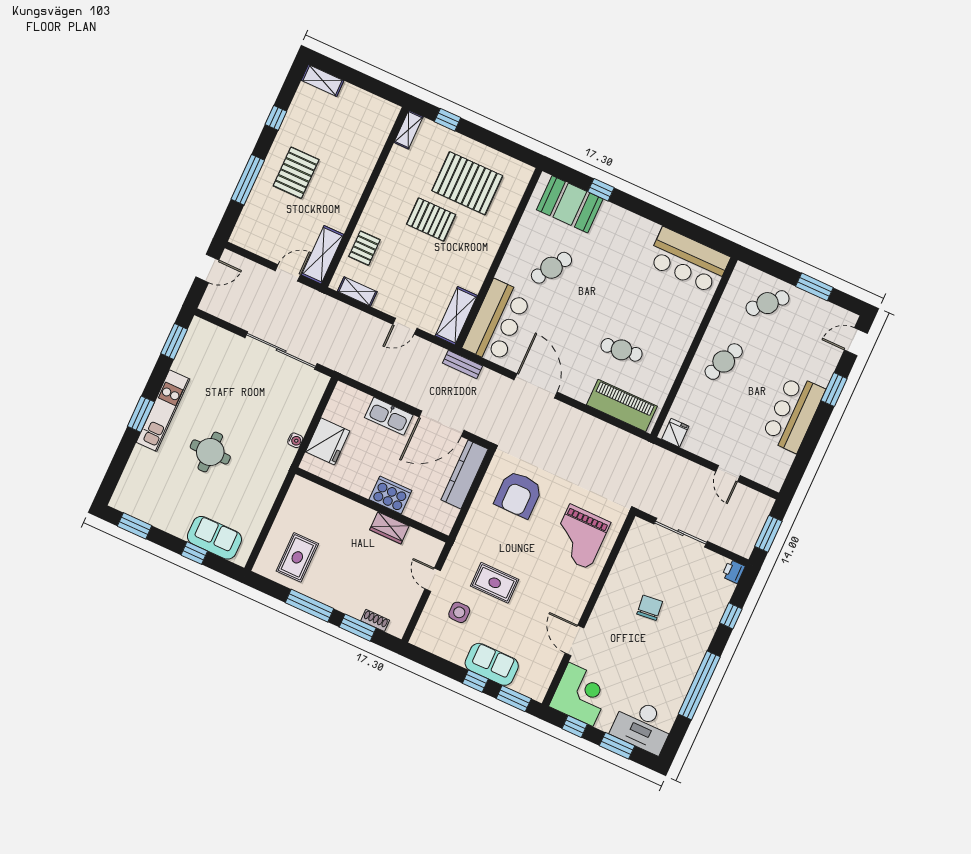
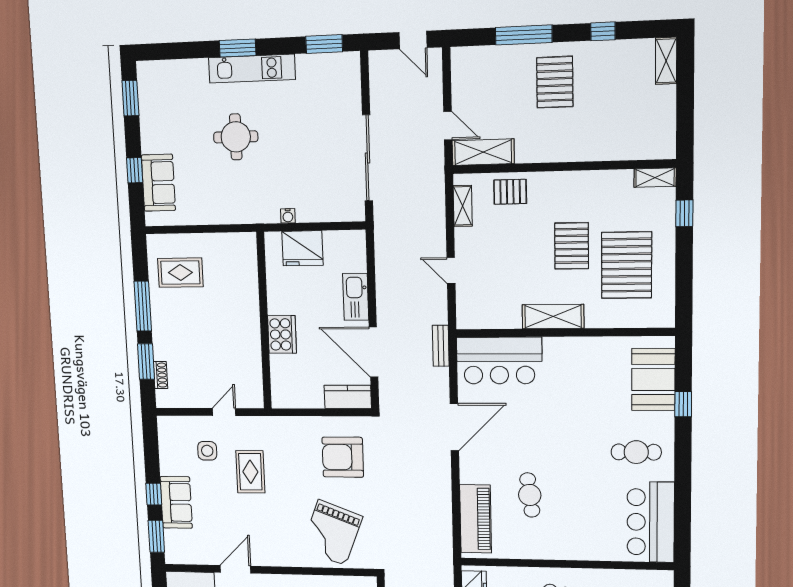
pallet: (296, 173) -> (555, 82), turned 90
cafe table: (551, 268) -> (636, 452), moved, turned -33
shelving: (456, 316) -> (553, 317), moved
kitchen counter: (465, 474) -> (348, 397), width x0.67
wardrobe: (389, 528) -> (251, 348), removed
grand piano: (580, 537) -> (332, 533), turned -69

